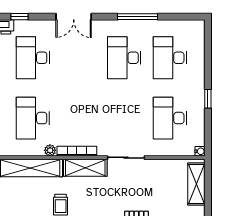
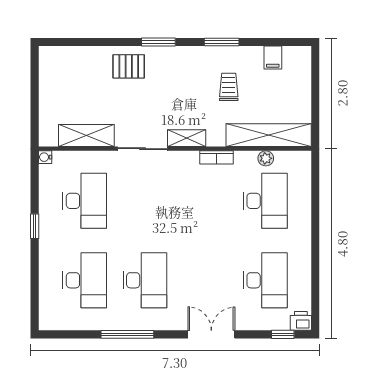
plant: (50, 150) -> (266, 158), moved
bookcase: (77, 151) -> (217, 157), width x0.64
shelving: (85, 168) -> (187, 138), width x0.67, depth x0.75
shelving: (196, 184) -> (86, 136), moved, turned 90

